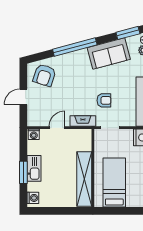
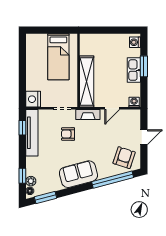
window: (75, 47) -> (113, 180), moved
sofa: (109, 53) -> (78, 174), moved
shelving: (84, 179) -> (87, 81), moved

